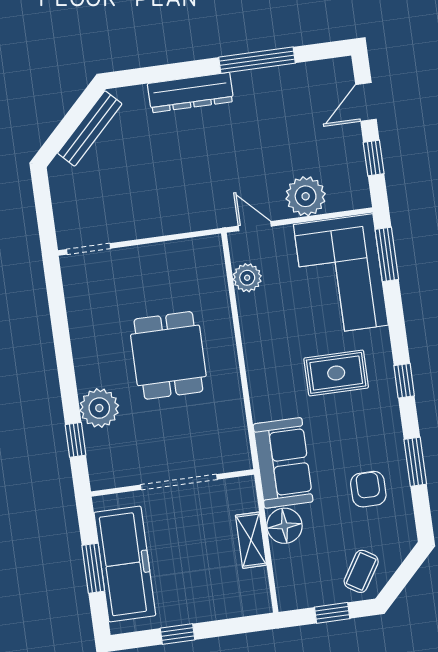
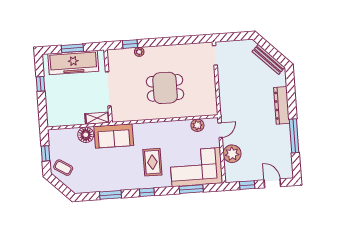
window: (387, 254) -> (191, 189), moved
plant: (99, 408) -> (139, 52), width x0.53, depth x0.53
armchair: (368, 489) -> (100, 173), removed
shelving: (251, 540) -> (97, 118), moved

